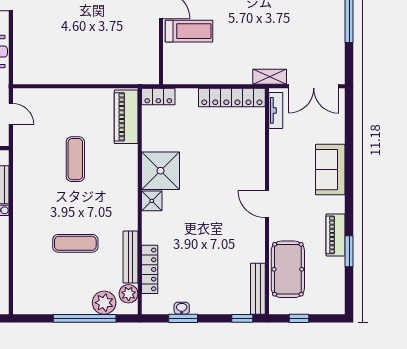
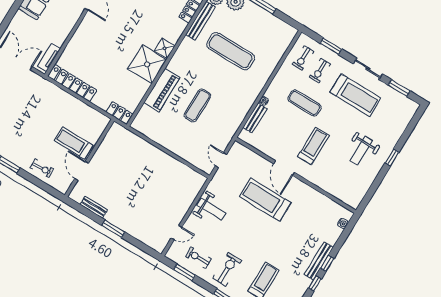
shelving: (270, 77) -> (40, 82), removed
piano: (126, 117) -> (162, 90), moved
exercise mat: (75, 243) -> (231, 51), width x1.36, depth x1.45

